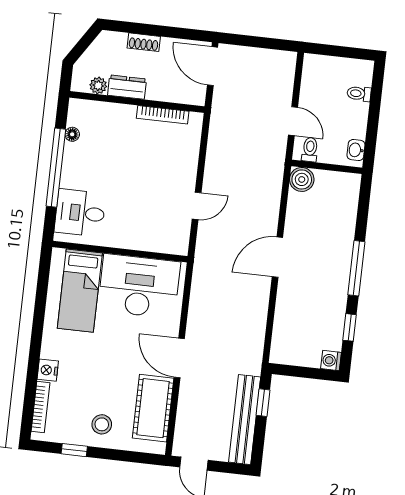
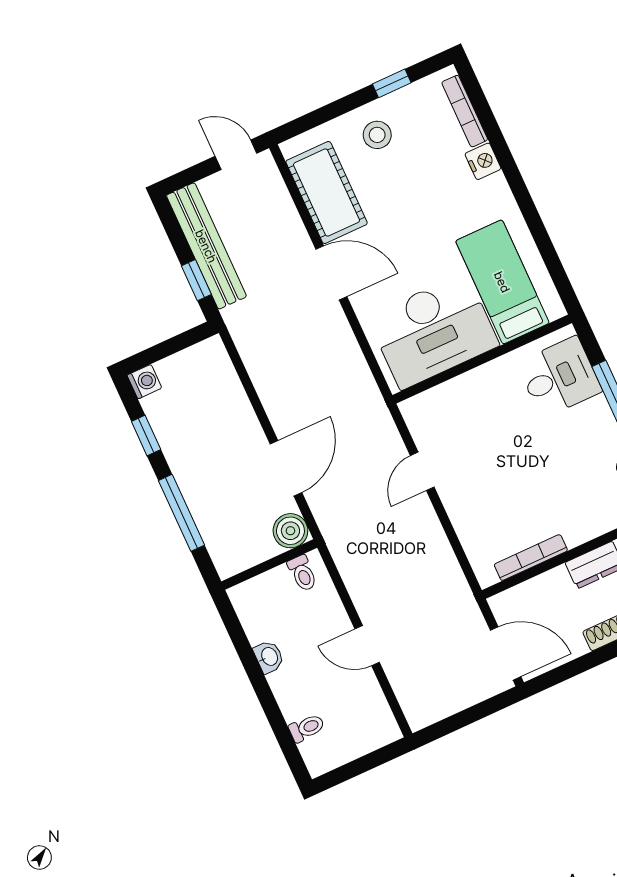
toilet: (310, 150) -> (302, 573), moved
wall: (327, 167) -> (269, 564), moved
boiler: (302, 179) -> (290, 531), moved

